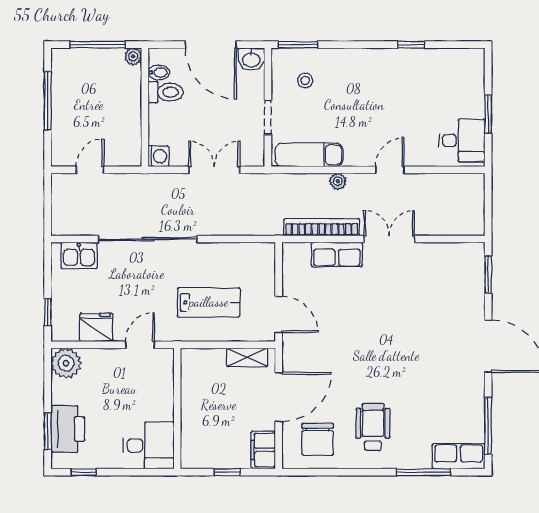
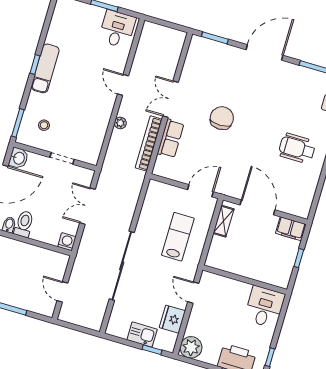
window: (411, 45) -> (35, 65), moved
exam couch: (309, 155) -> (45, 68), moved, turned 180
kitchen sink: (79, 255) -> (142, 335), moved, turned -90
chair: (318, 439) -> (222, 118), moved, turned -90

